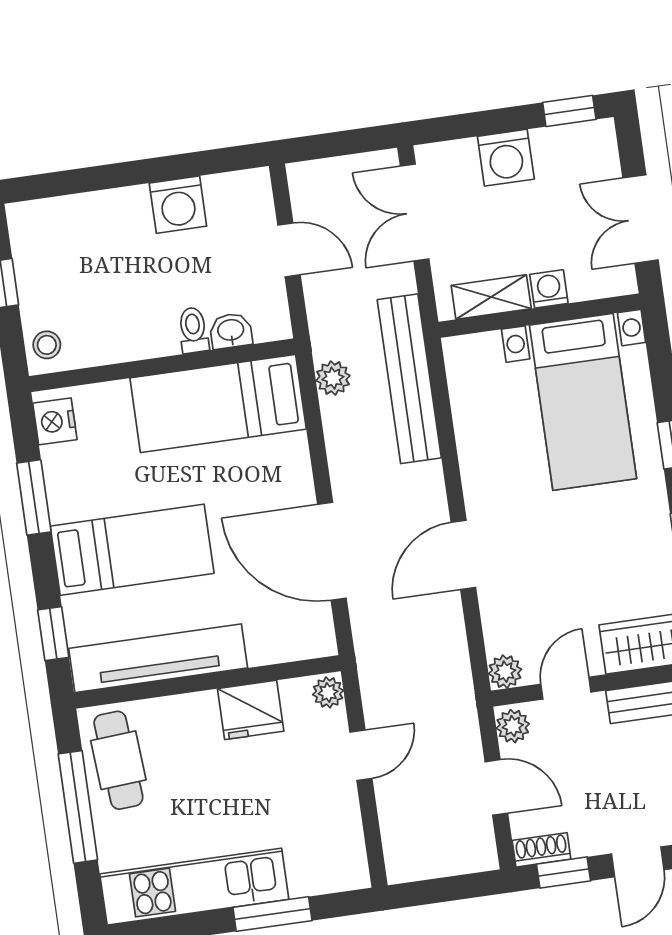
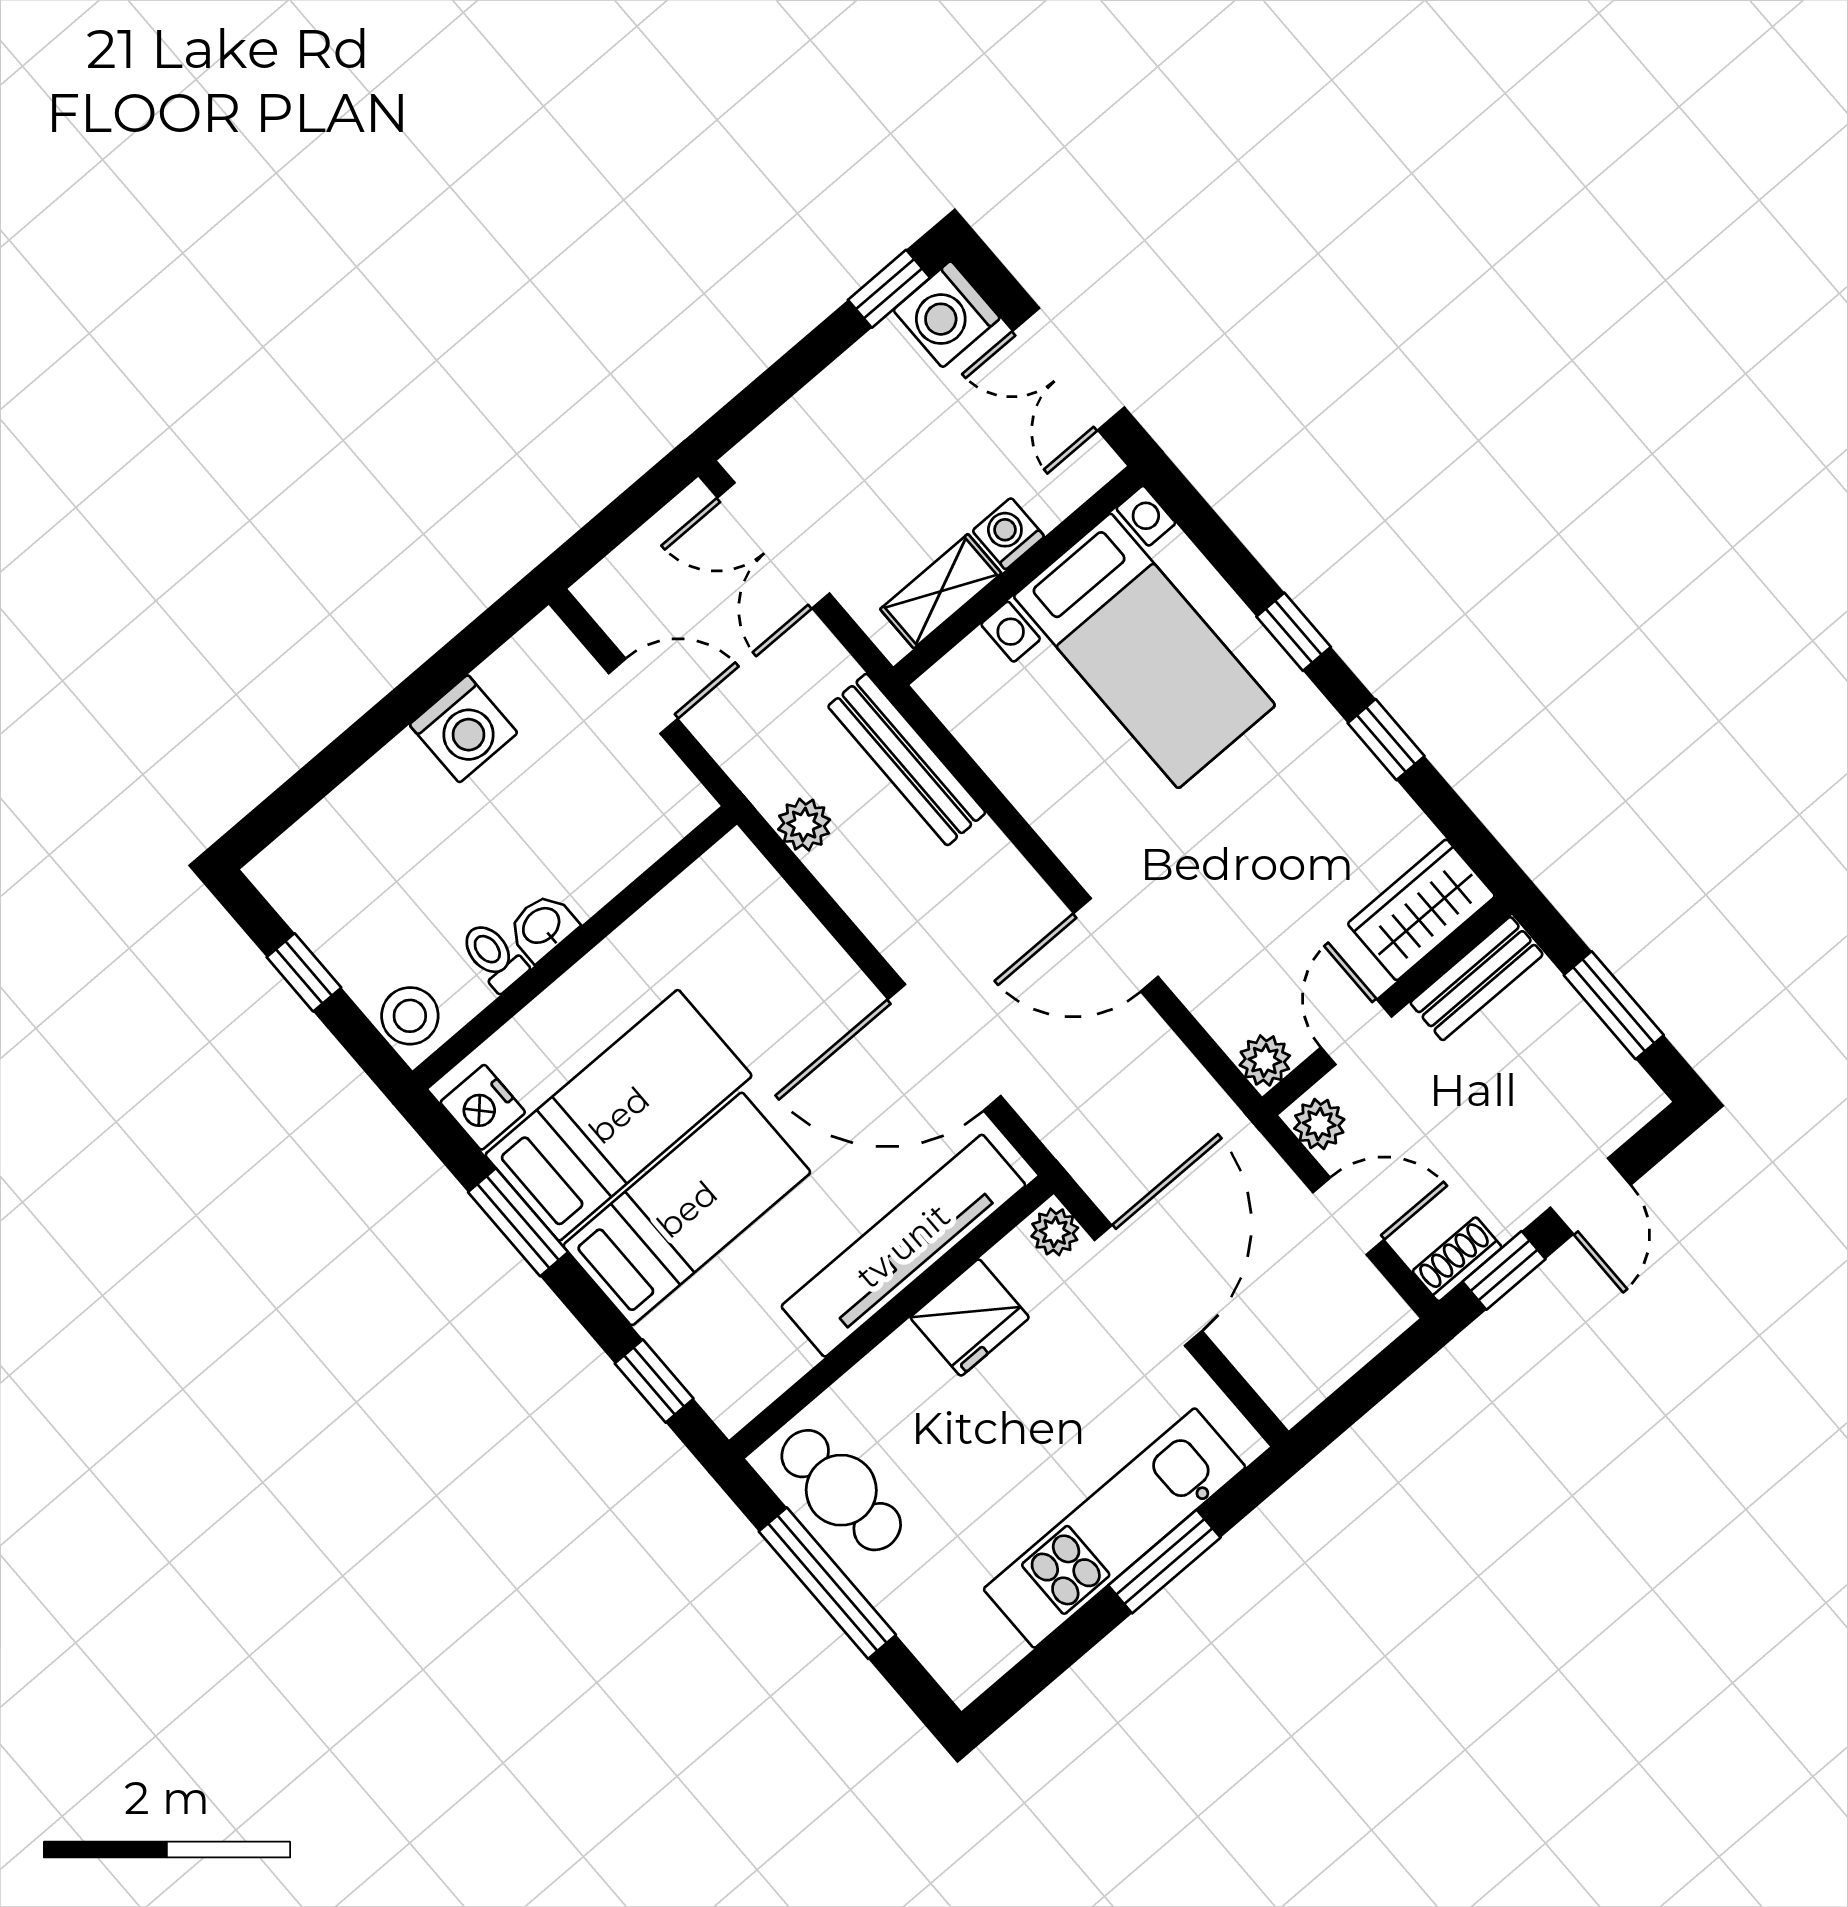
washing machine: (506, 158) -> (947, 314), moved, turned 90
toilet: (193, 330) -> (493, 956), moved
washbasin: (231, 331) -> (542, 927), moved
stool: (47, 345) -> (410, 1016), width x1.37, depth x1.37
bench: (409, 379) -> (907, 760), width x0.73, depth x0.82
bed: (218, 404) -> (619, 1115), moved, turned 180
door: (463, 555) -> (1116, 945), hinge flipped
tv unit: (158, 658) -> (903, 1246), moved
door: (361, 755) -> (1148, 1286), width x1.87
kitchen unit: (194, 887) -> (1114, 1528), moved

